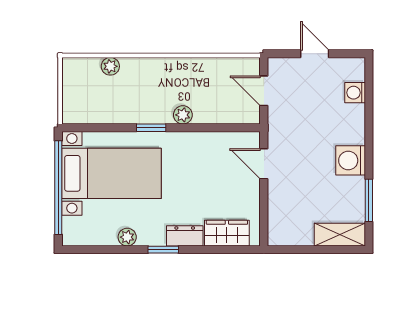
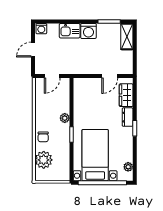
plant: (110, 66) -> (44, 160), width x1.87, depth x1.87
chair: (147, 73) -> (43, 137), added
washing machine: (355, 93) -> (41, 29), moved
kitchen sink: (351, 124) -> (70, 31), added
door: (264, 164) -> (110, 76), moved
plant: (127, 237) -> (128, 167), moved

